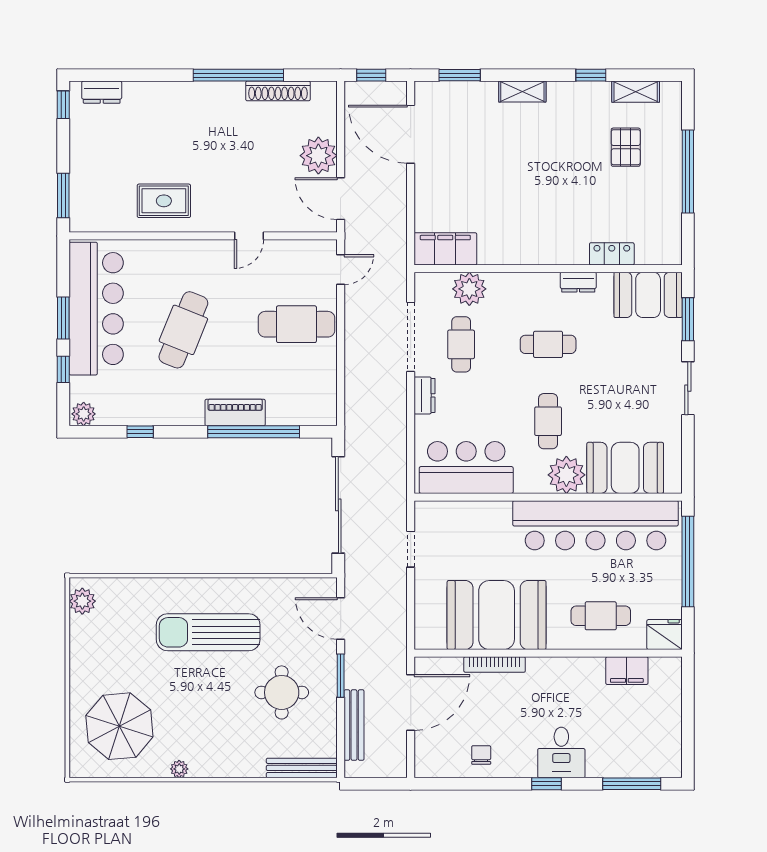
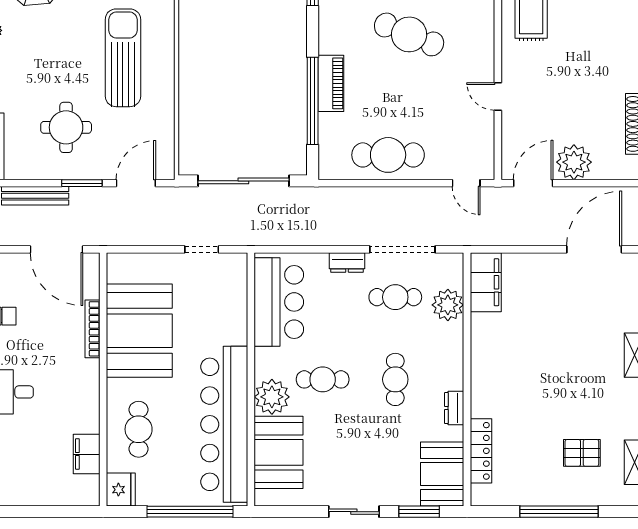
locker: (612, 254) -> (481, 451), width x1.53
cafe table: (296, 324) -> (388, 155), moved, turned 90

